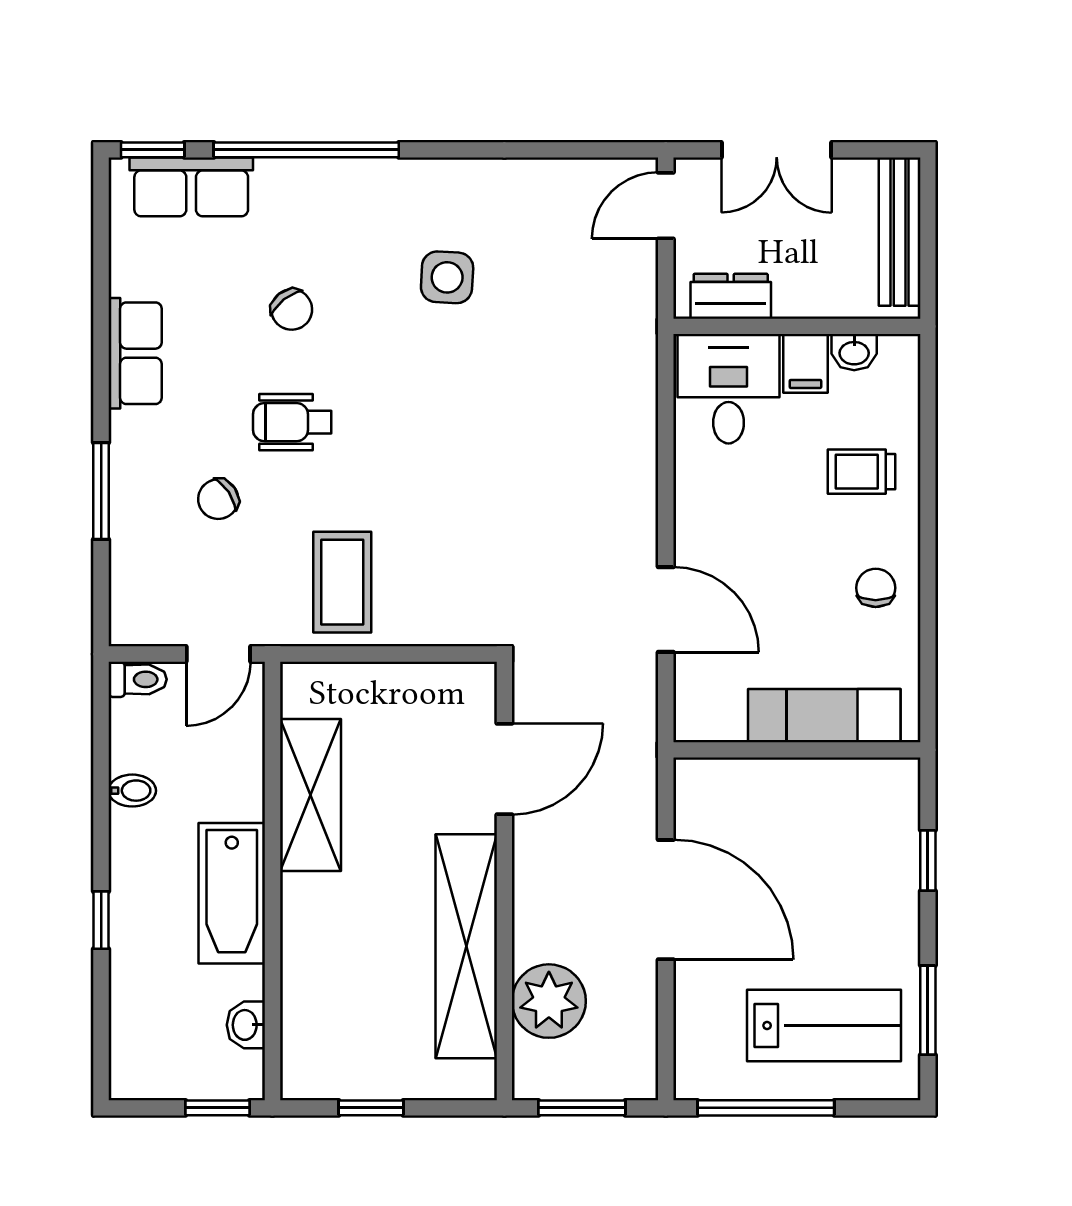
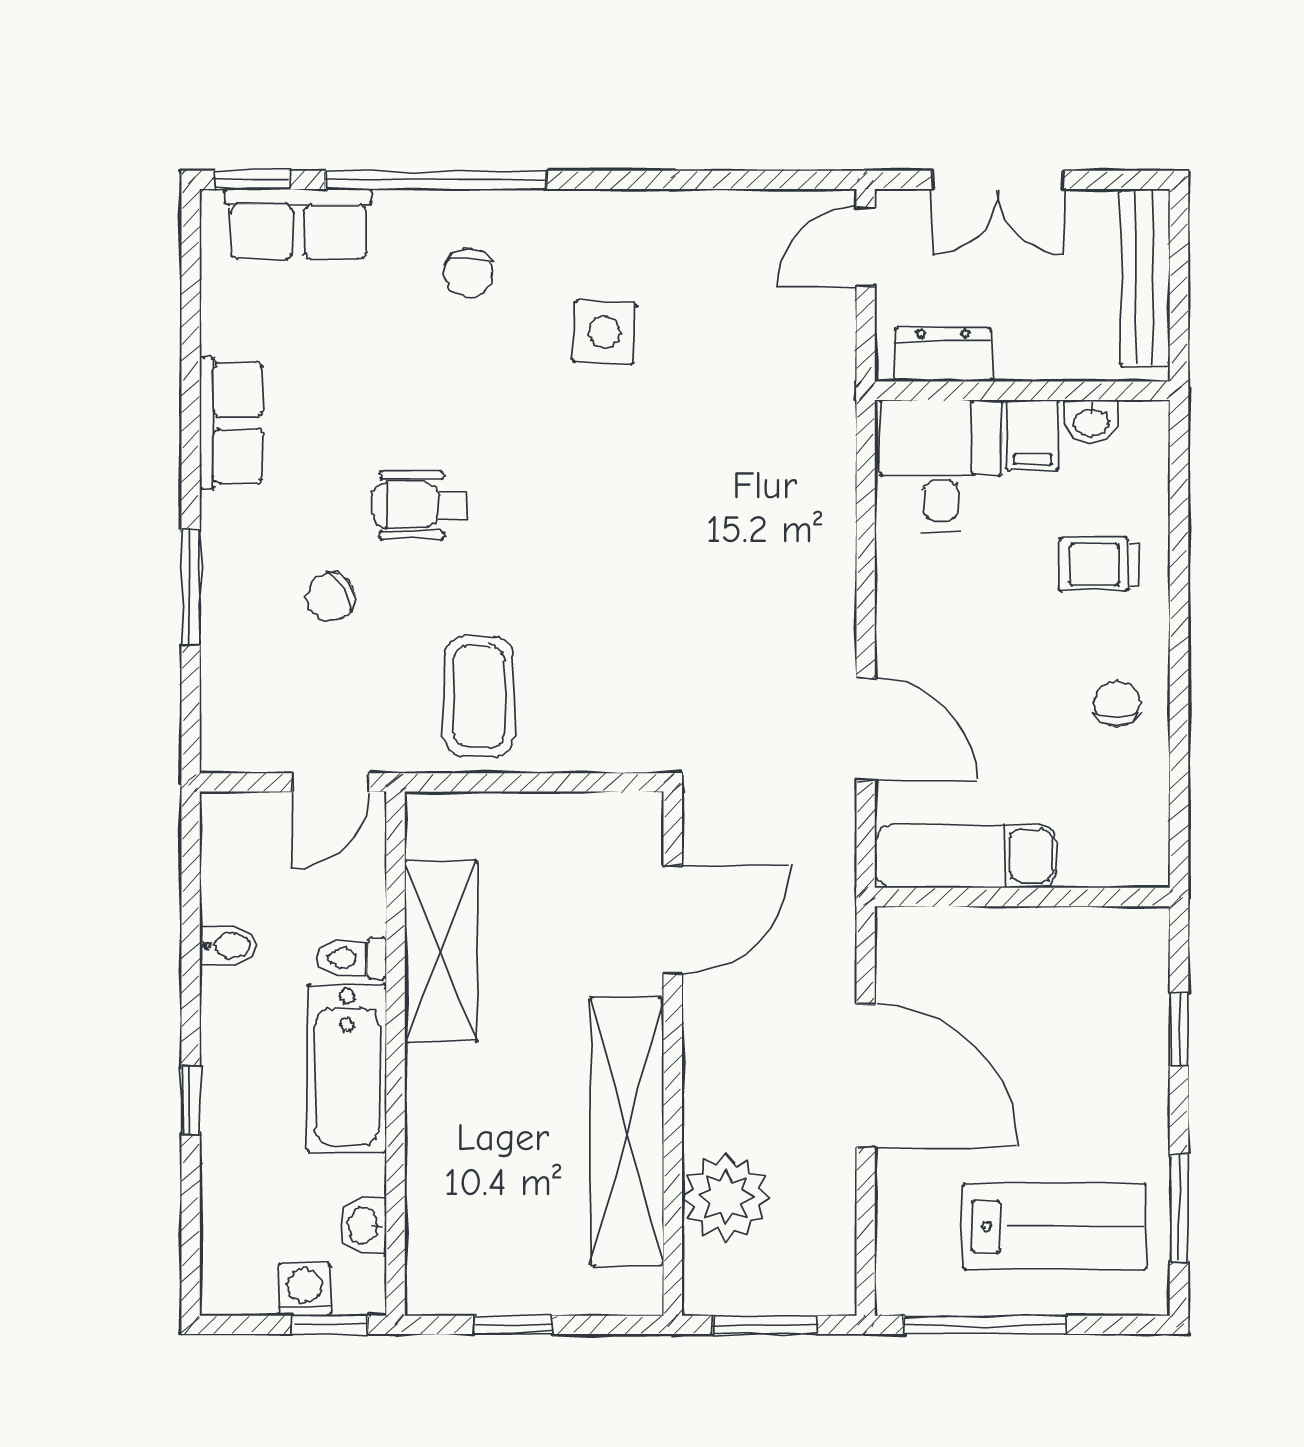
chair: (292, 310) -> (468, 273), moved, turned 38
toilet: (138, 679) -> (352, 958), moved, turned 180
exam couch: (824, 716) -> (966, 856), moved
washing machine: (196, 1078) -> (304, 1290), added

